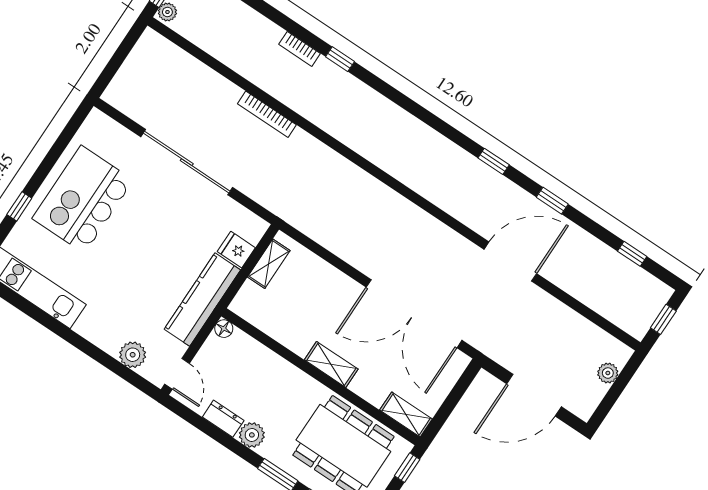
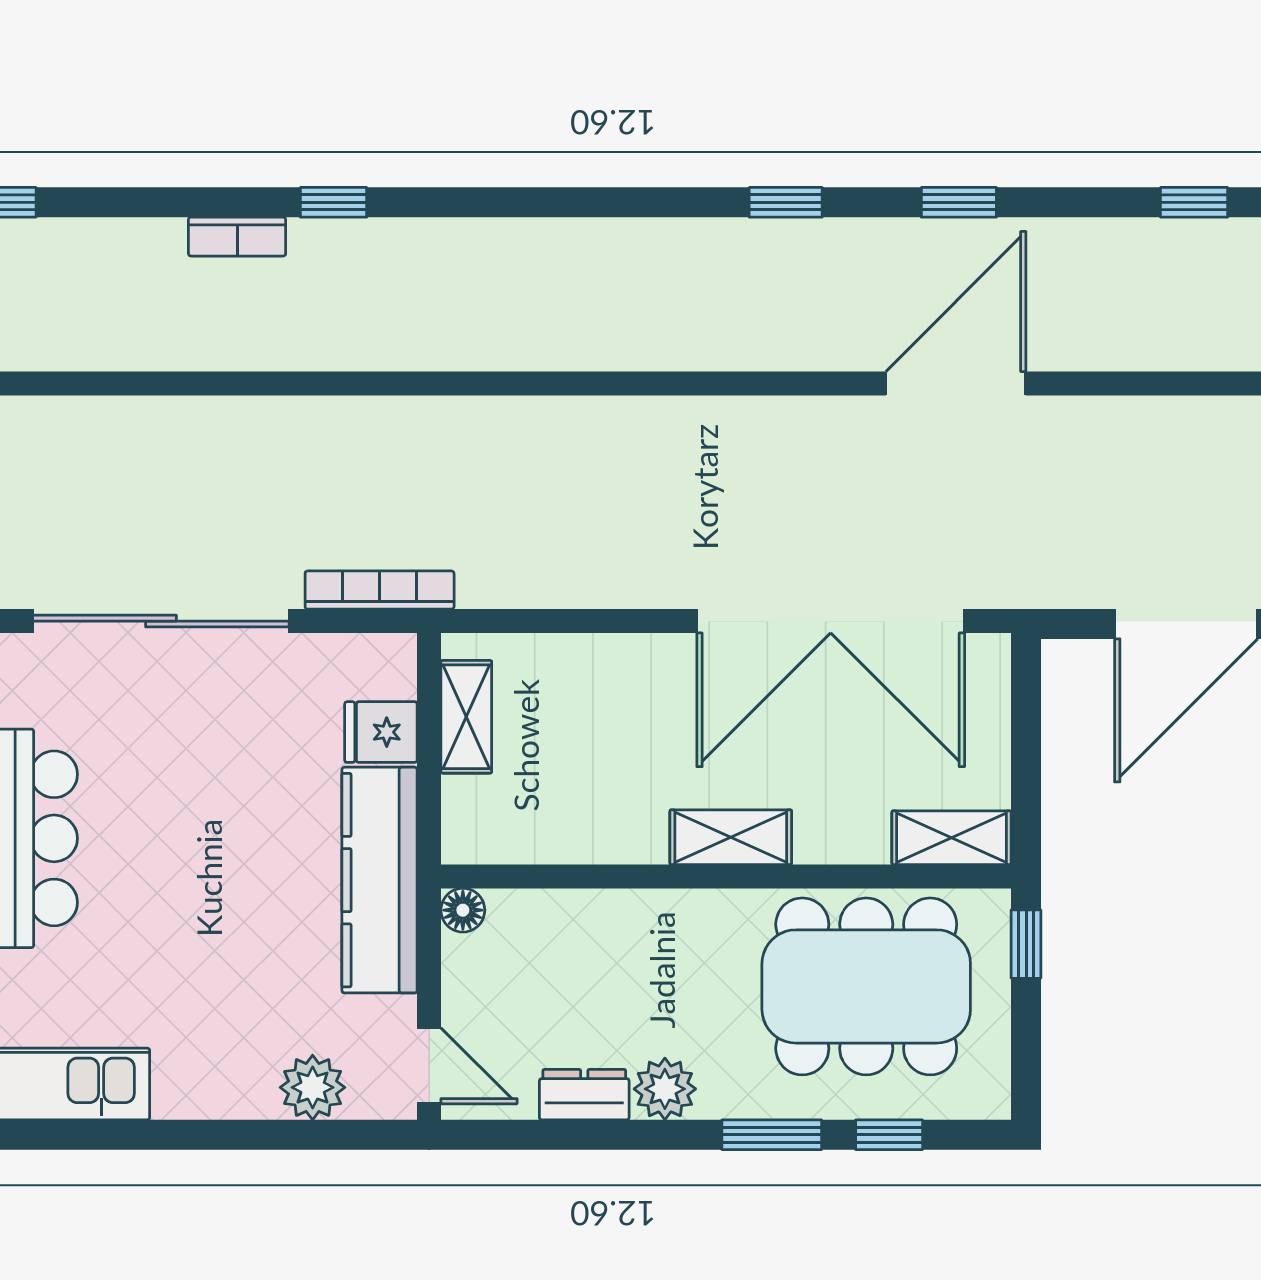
bookcase: (267, 114) -> (380, 590), moved, turned 180

